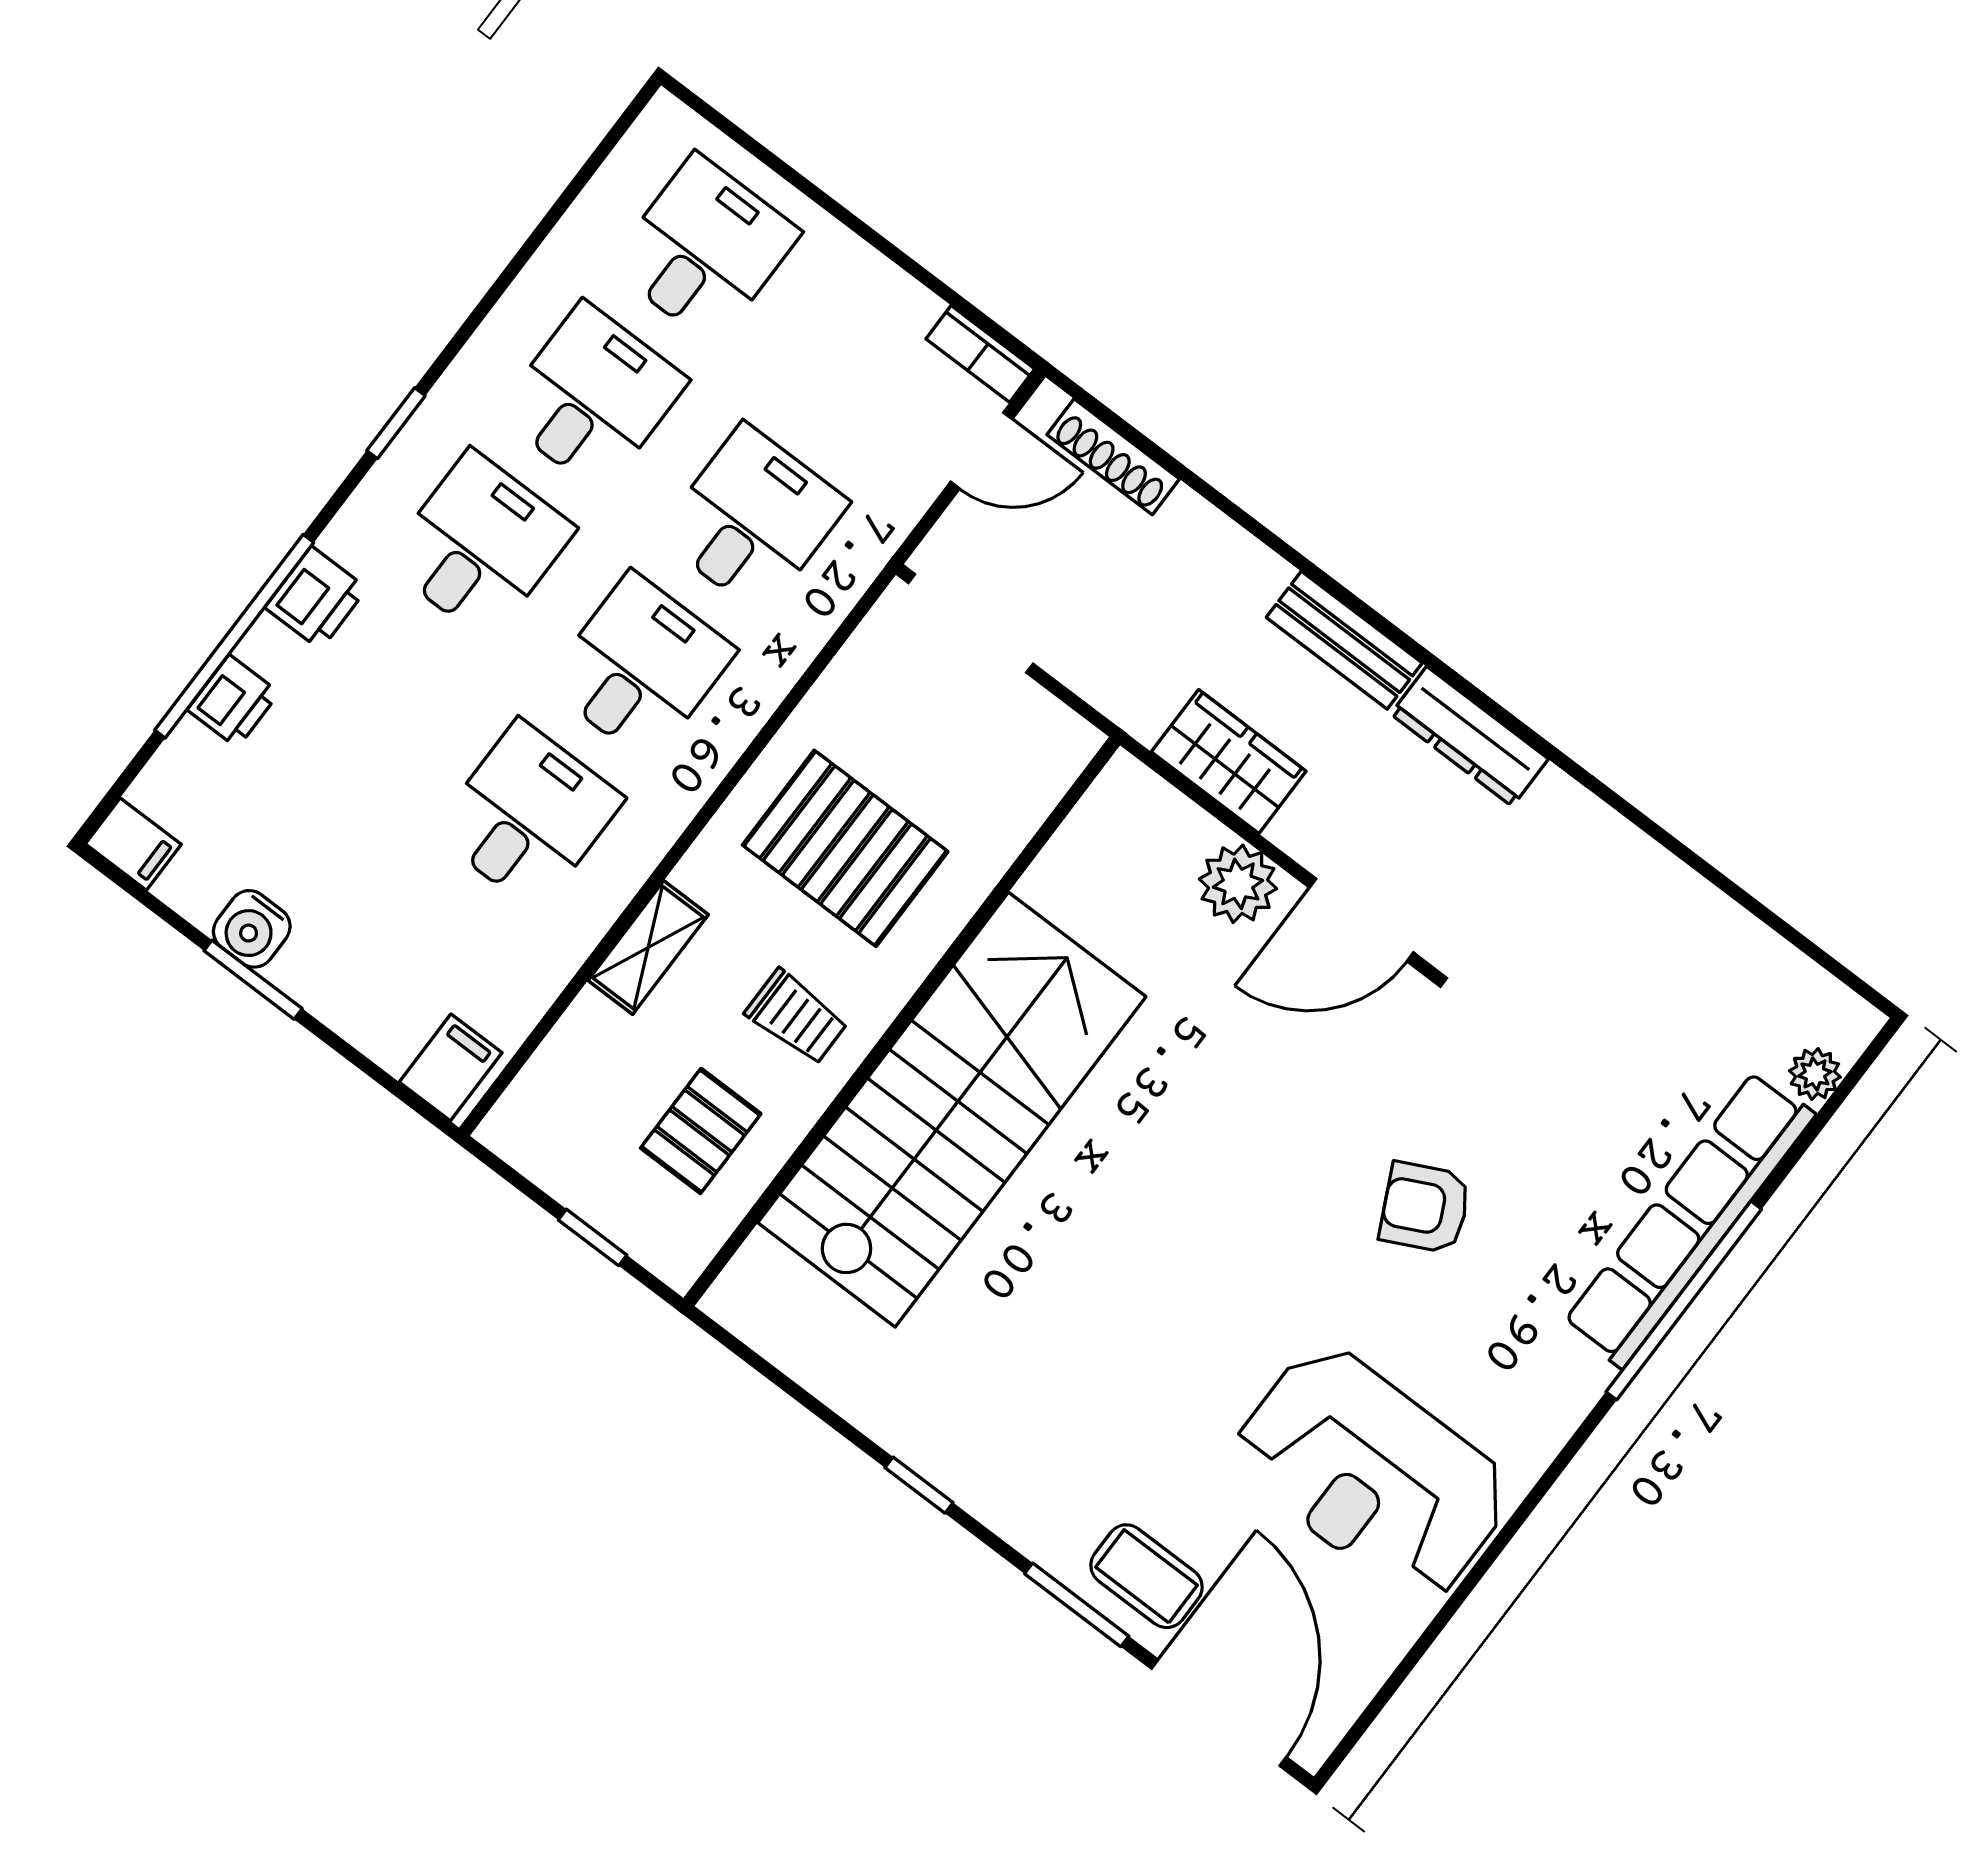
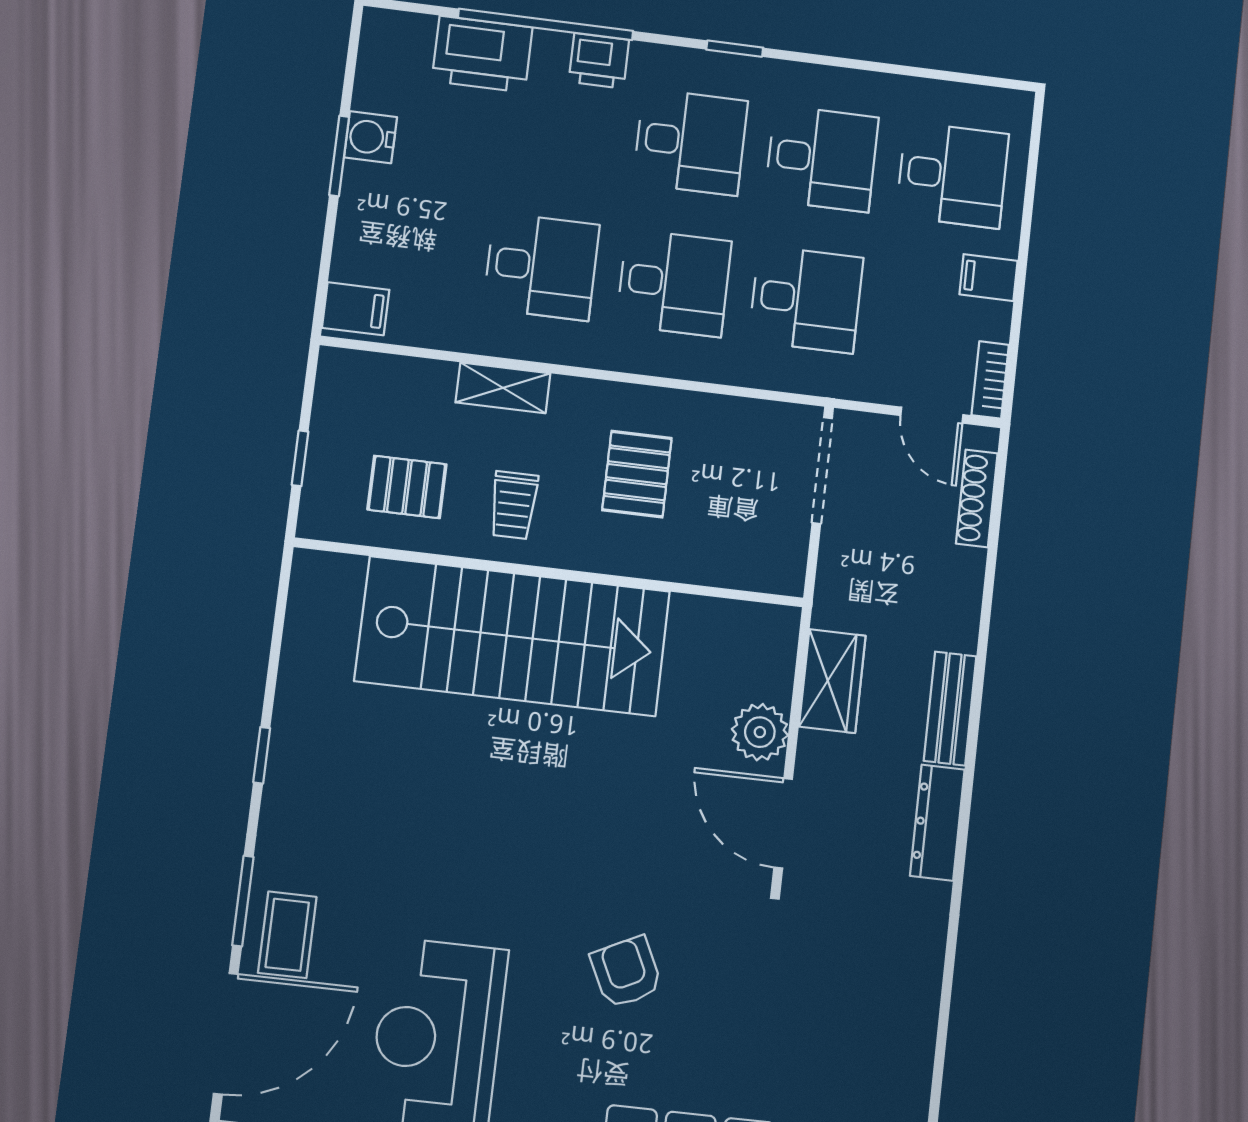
printer: (233, 701) -> (482, 54), width x1.87, depth x1.48
filing cabinet: (133, 844) -> (989, 278), moved, turned 90
pallet: (845, 848) -> (637, 474), width x0.67, depth x0.71

